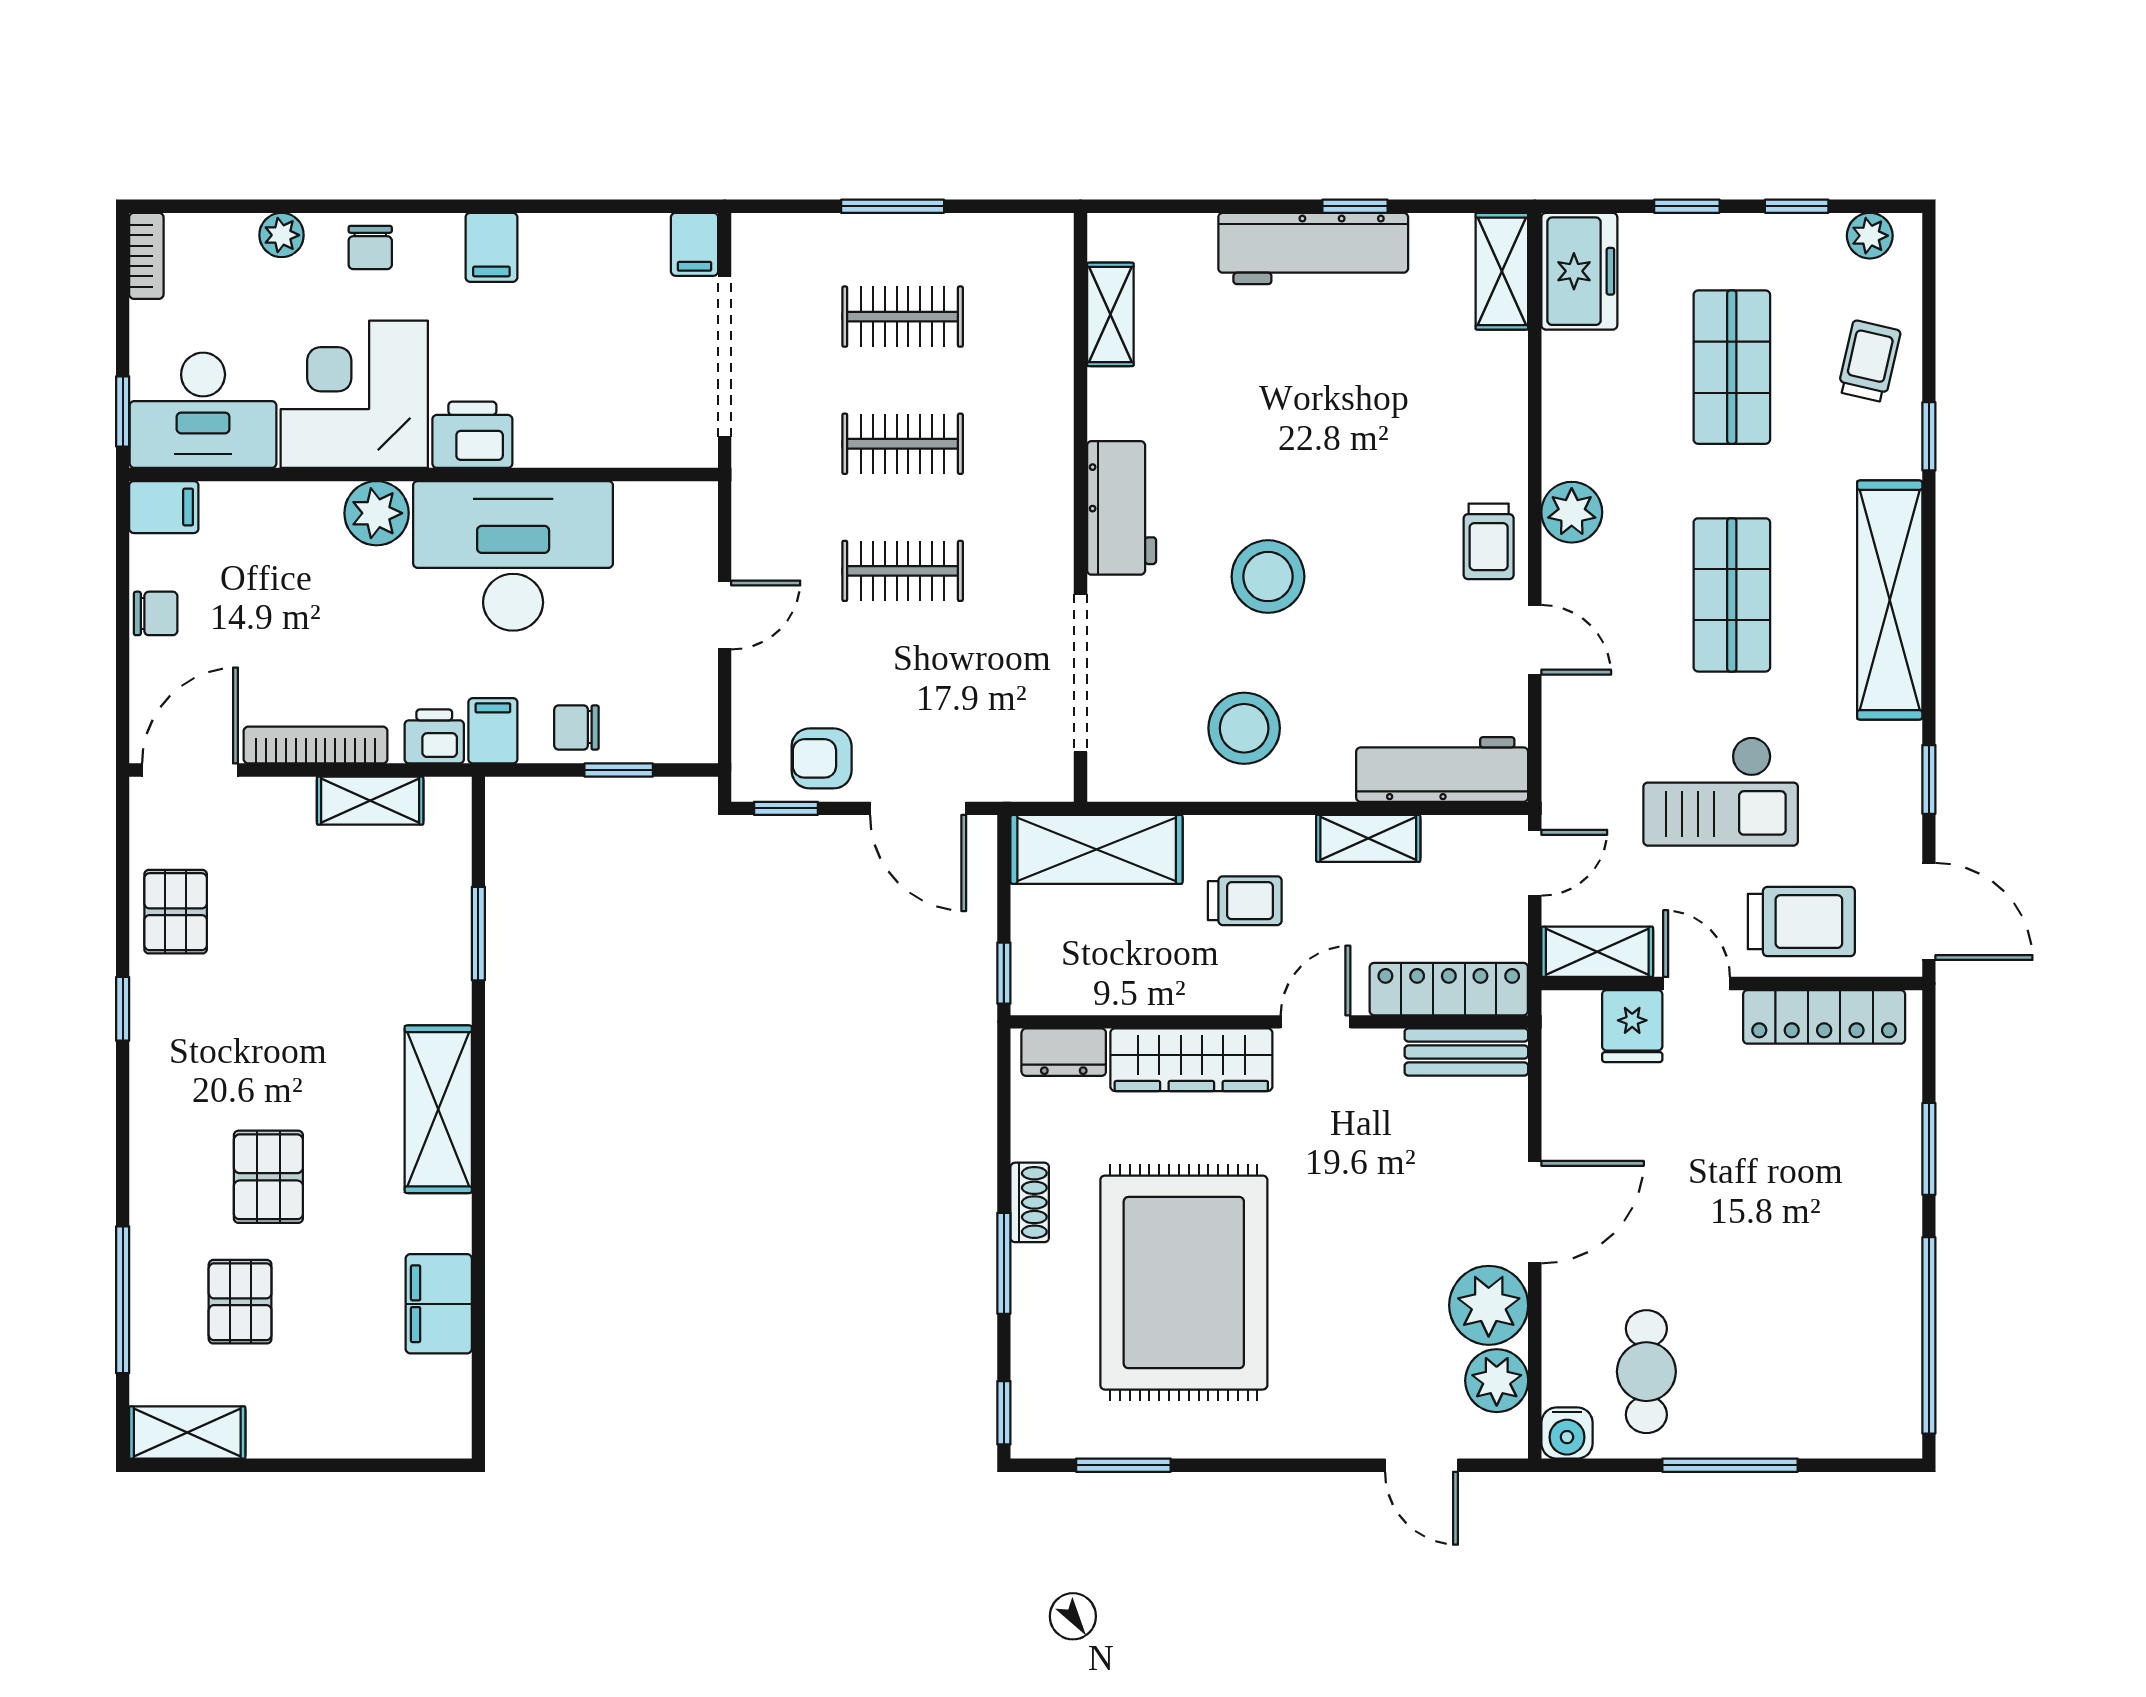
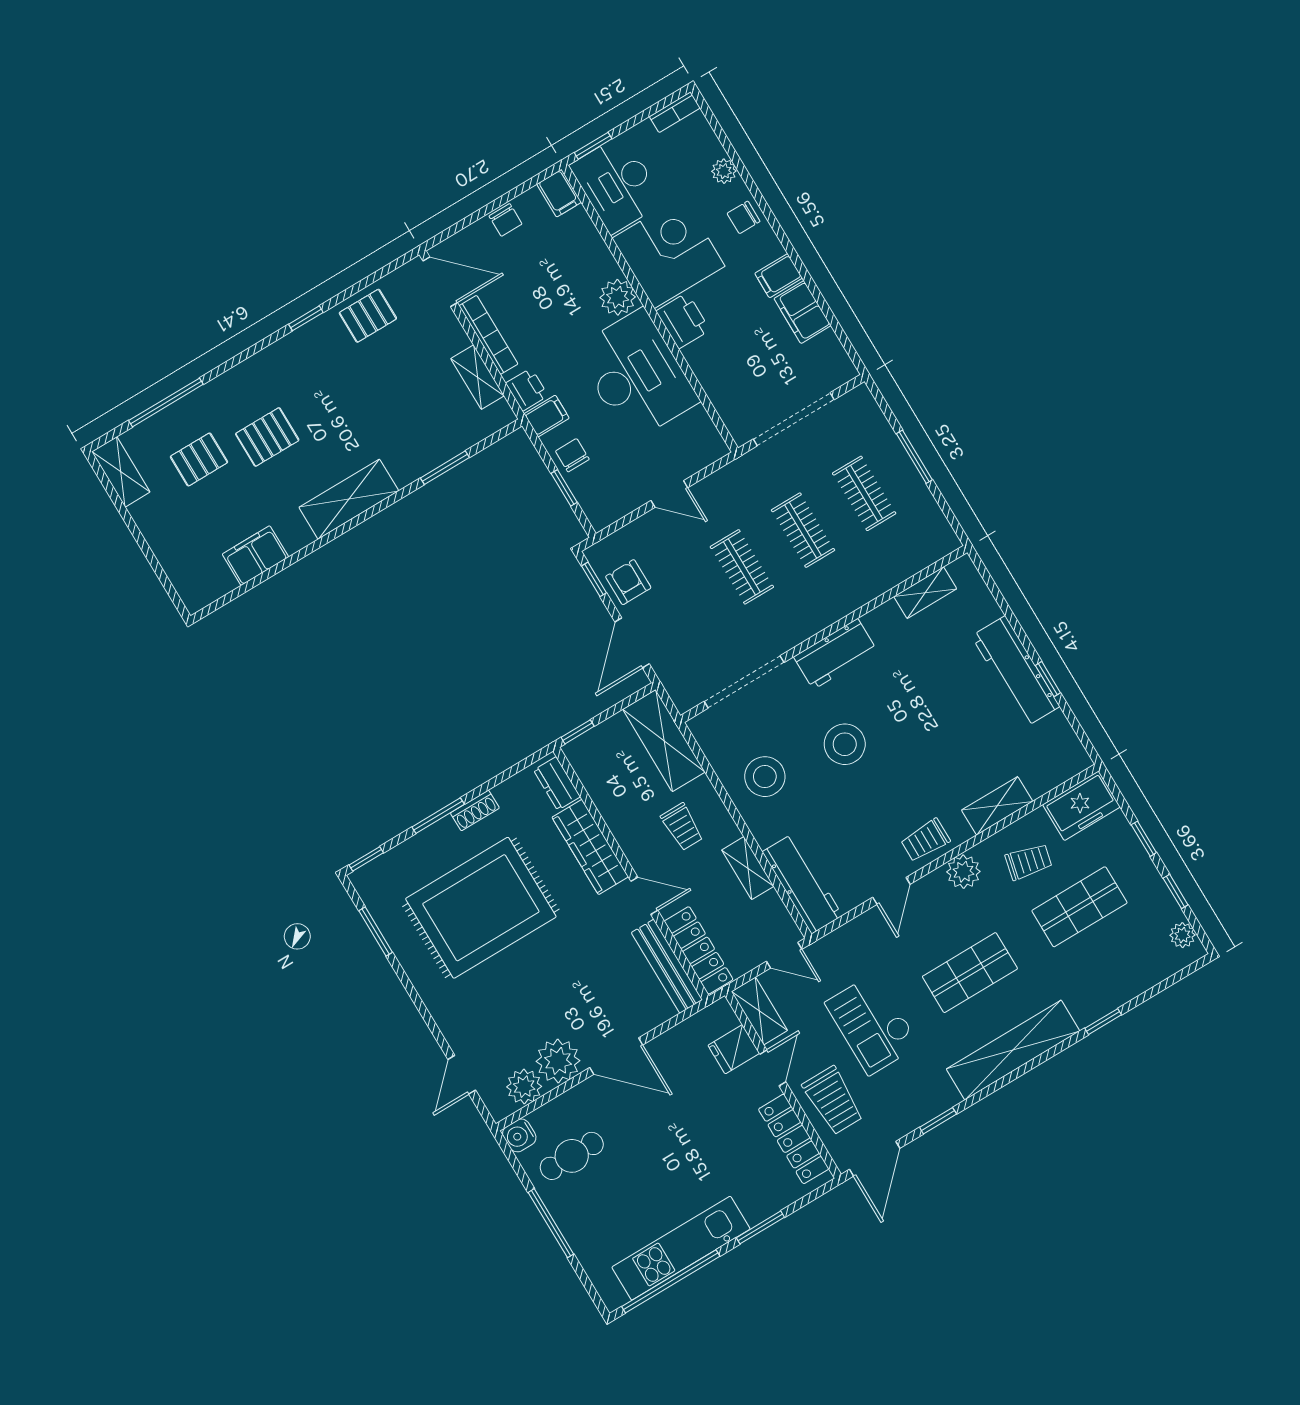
filing cabinet: (695, 244) -> (802, 312), moved, width x2.00
shelving: (1502, 271) -> (997, 806), moved
trolley: (1869, 361) -> (1029, 862), moved
bench: (1466, 1052) -> (667, 966), width x1.36
kitchen unit: (1888, 1289) -> (681, 1248), added

